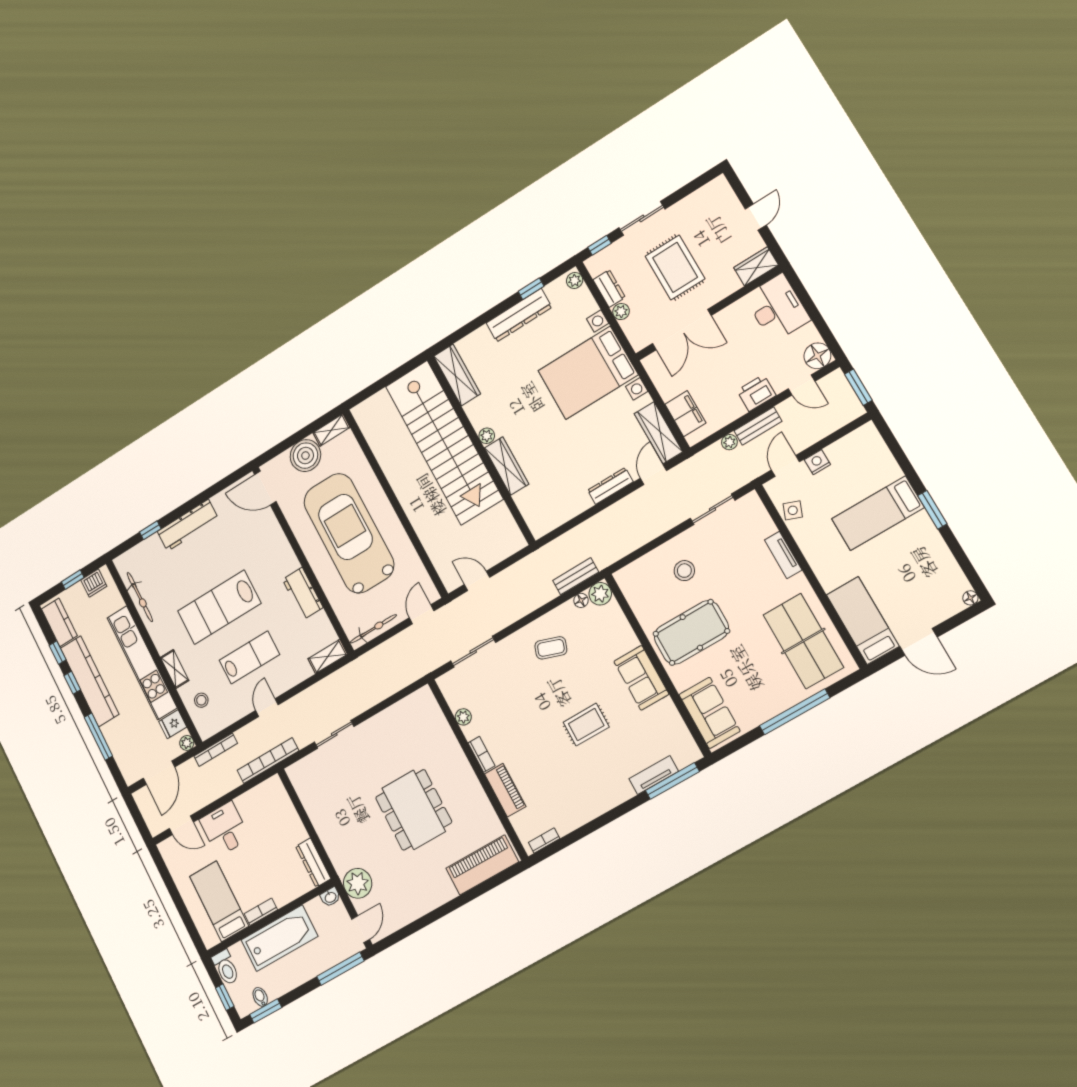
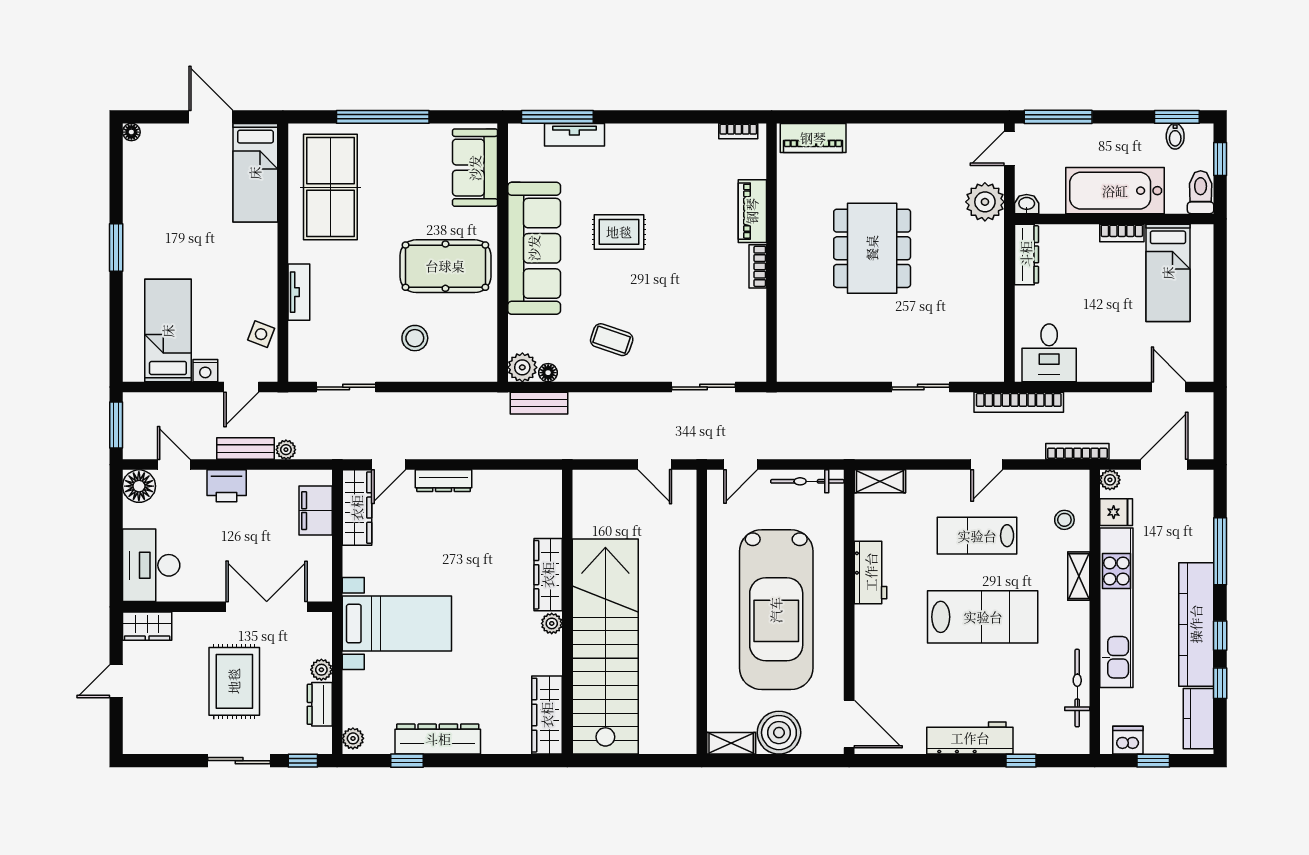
bed with nightstands: (588, 373) -> (397, 624), width x0.73
bed: (878, 513) -> (168, 331), moved, turned -90
sofa: (641, 678) -> (534, 248), width x1.85, depth x1.27
plant: (463, 717) -> (756, 320), removed
desk: (225, 829) -> (1049, 353), moved
piano: (482, 865) -> (813, 138), width x0.73, depth x0.75

